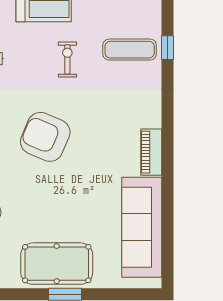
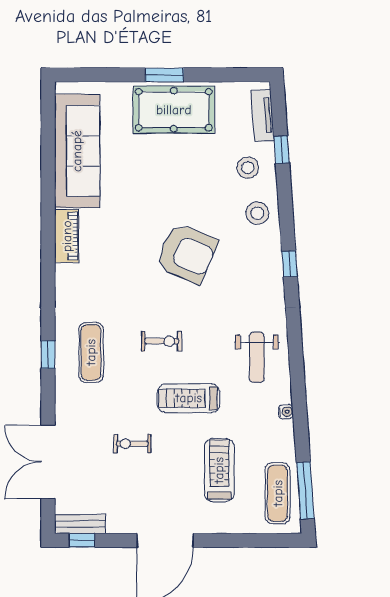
exercise mat: (130, 50) -> (91, 352), turned 90
exercise bike: (67, 59) -> (162, 341), turned -90

